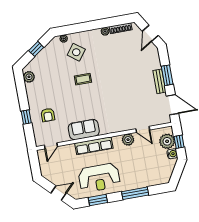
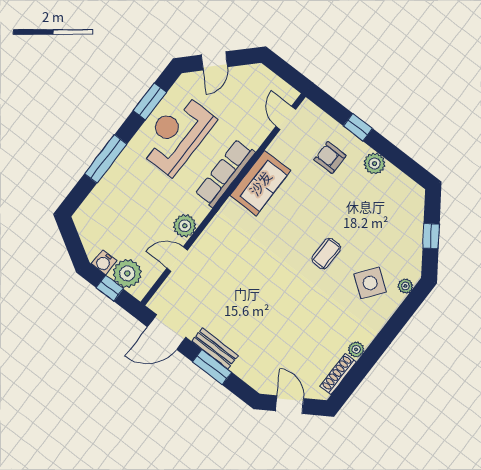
plant: (29, 77) -> (374, 164), moved

